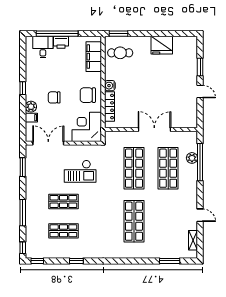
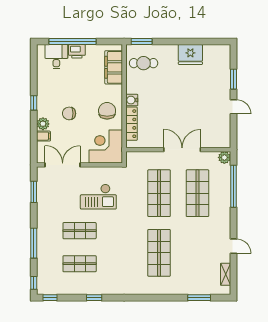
chair: (88, 95) -> (107, 111), turned 90
plant: (192, 158) -> (224, 157), moved

